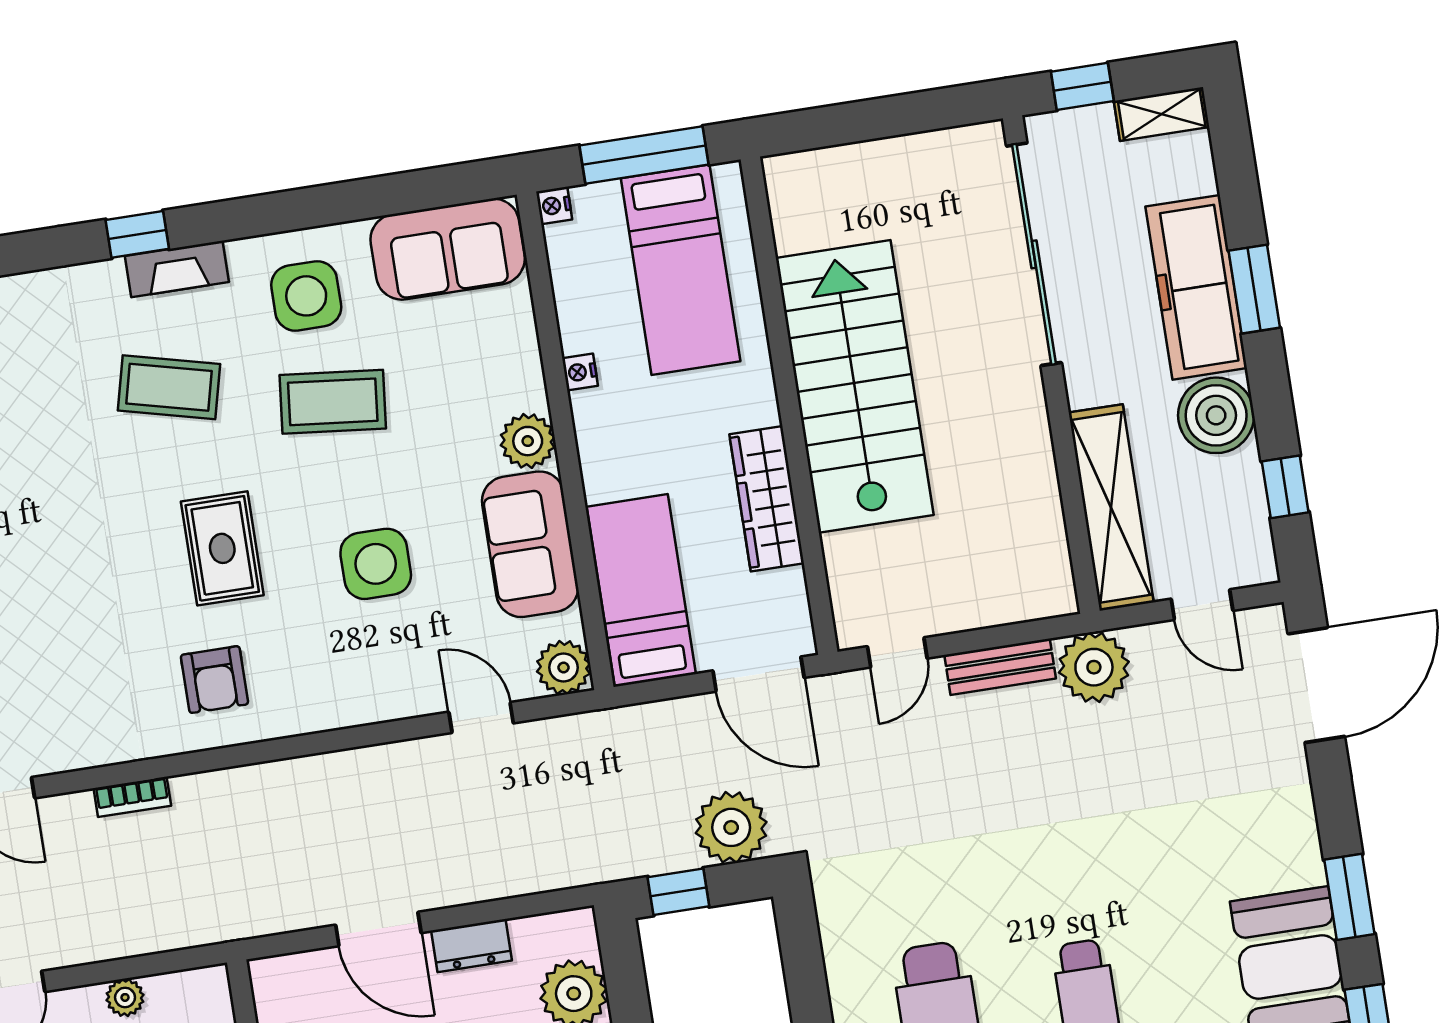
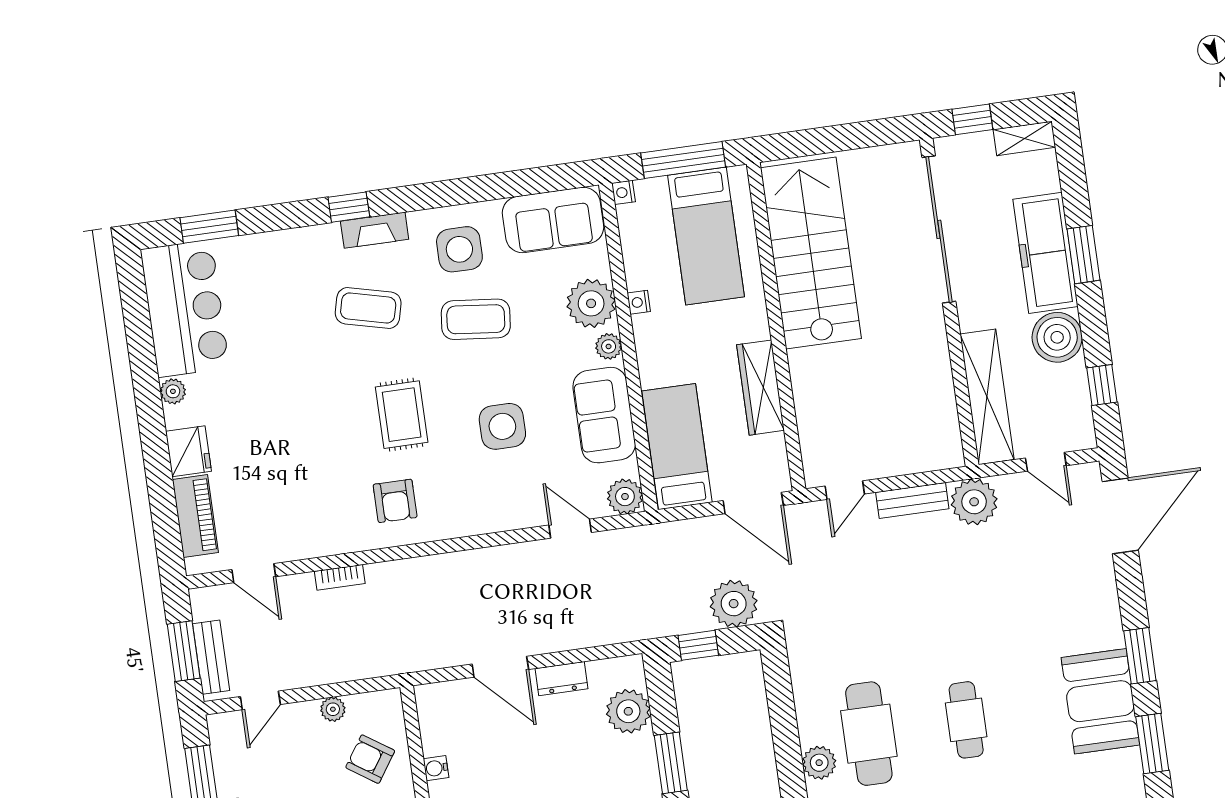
plant: (507, 375) -> (591, 303), added
stairs: (855, 386) -> (811, 253), moved
plant: (528, 441) -> (609, 346), width x0.73, depth x0.73

